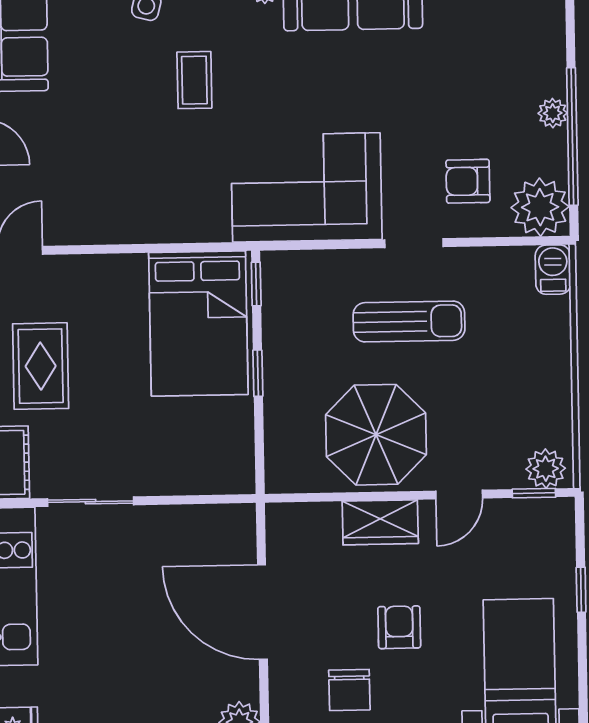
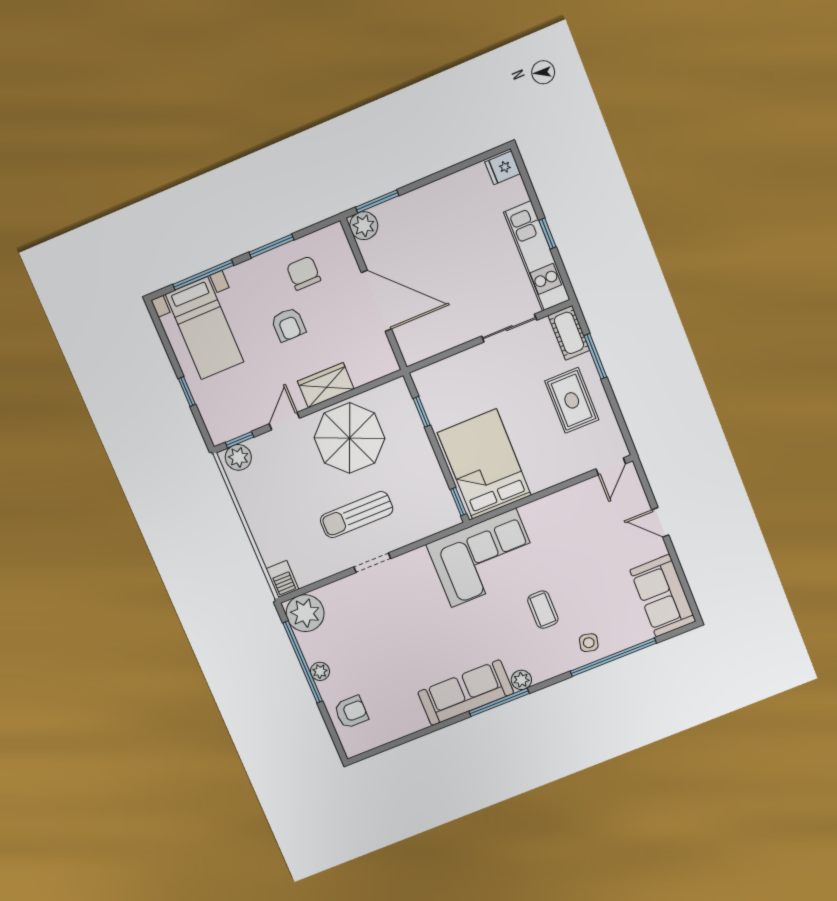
armchair: (468, 181) -> (351, 712), moved
corner sofa: (306, 187) -> (484, 558), moved
window: (258, 373) -> (422, 412), moved

